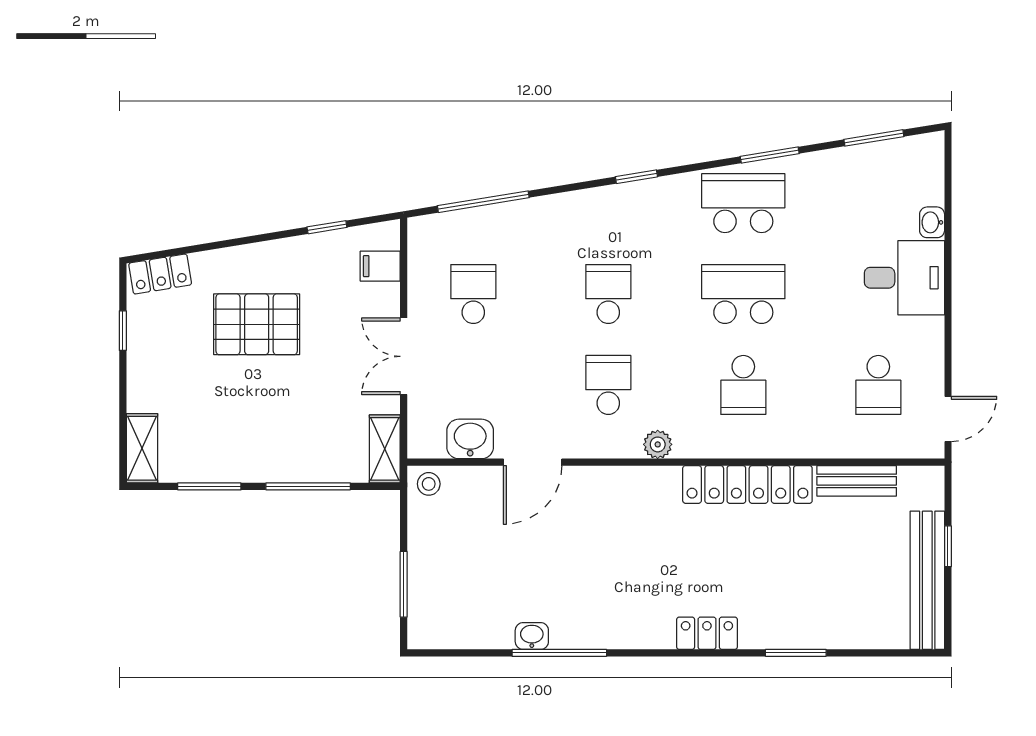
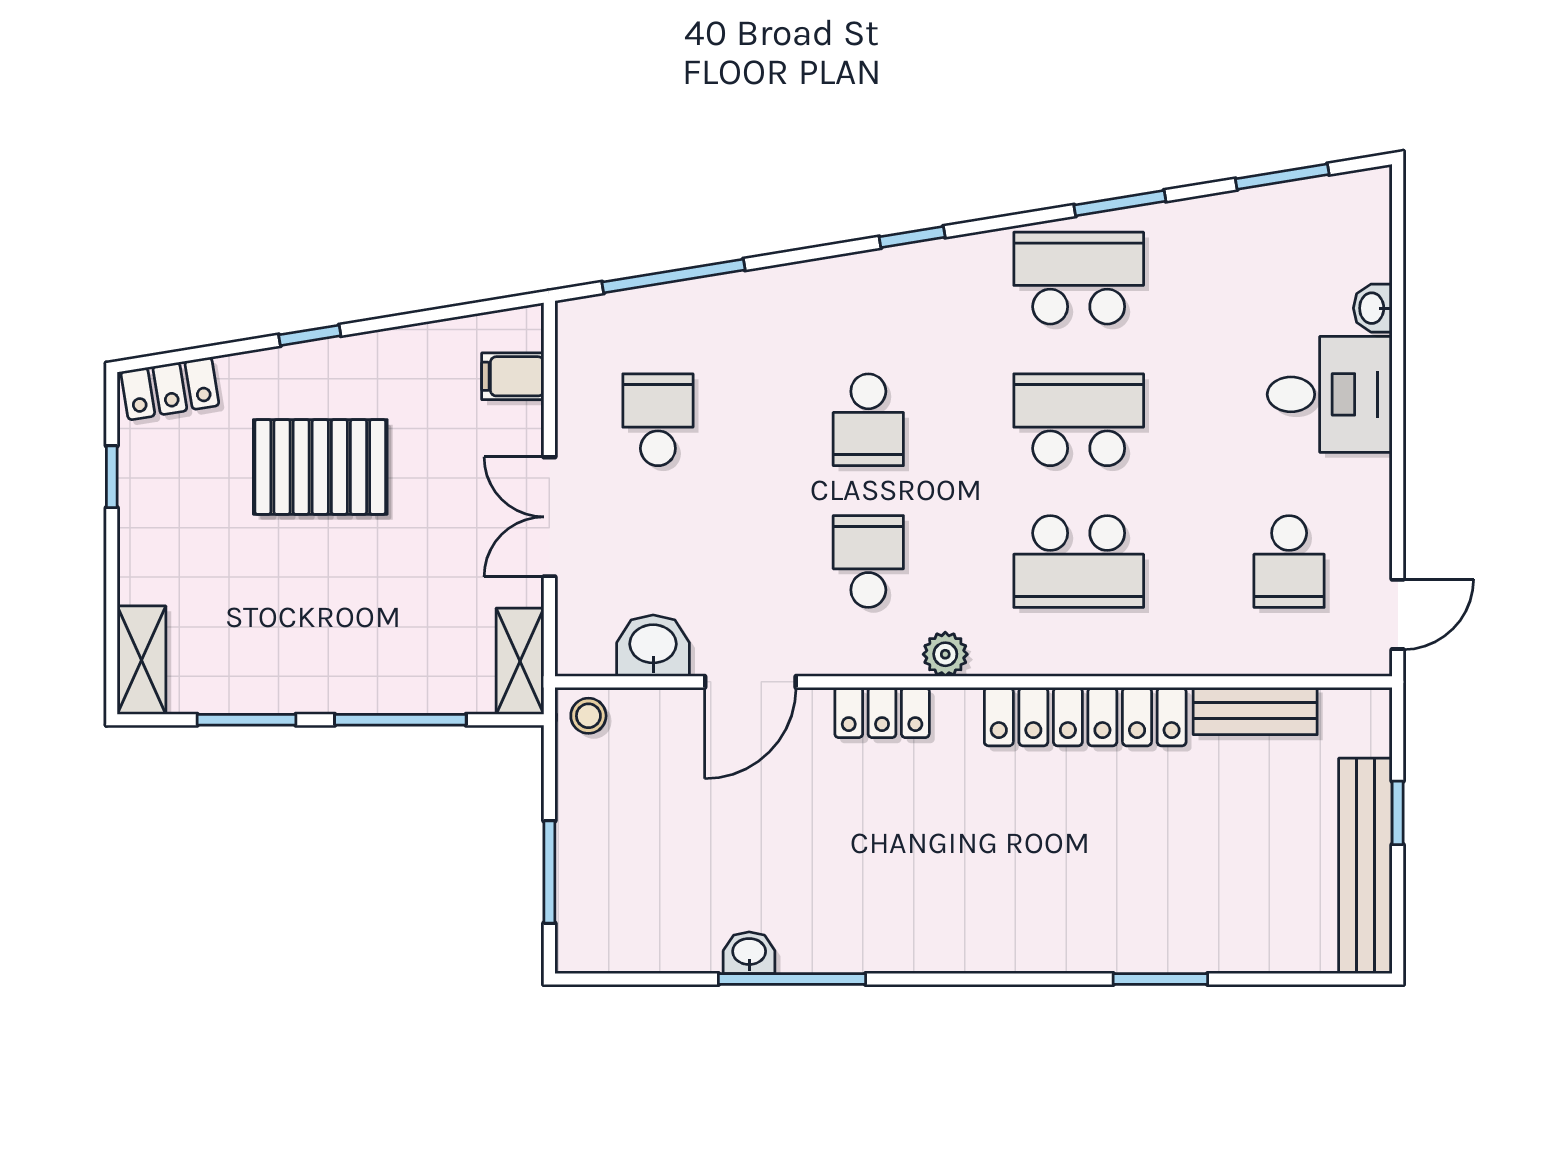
window: (327, 227) -> (310, 335), moved
school desk: (608, 294) -> (868, 420), turned 180
school desk: (743, 385) -> (1079, 561), width x1.85
locker: (707, 633) -> (882, 712), moved, turned 180

